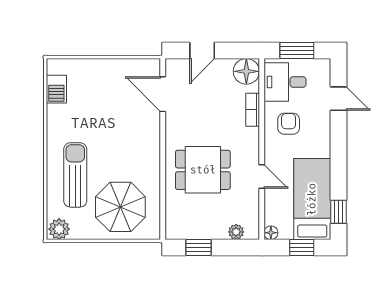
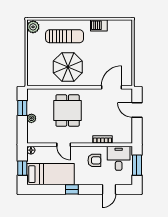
floor lamp: (246, 71) -> (125, 136), removed
barbecue: (56, 89) -> (99, 25), moved
door: (262, 177) -> (64, 145), hinge flipped
parasol: (120, 207) -> (68, 67), moved
window: (338, 212) -> (72, 189), moved
plant: (236, 232) -> (31, 118), moved

